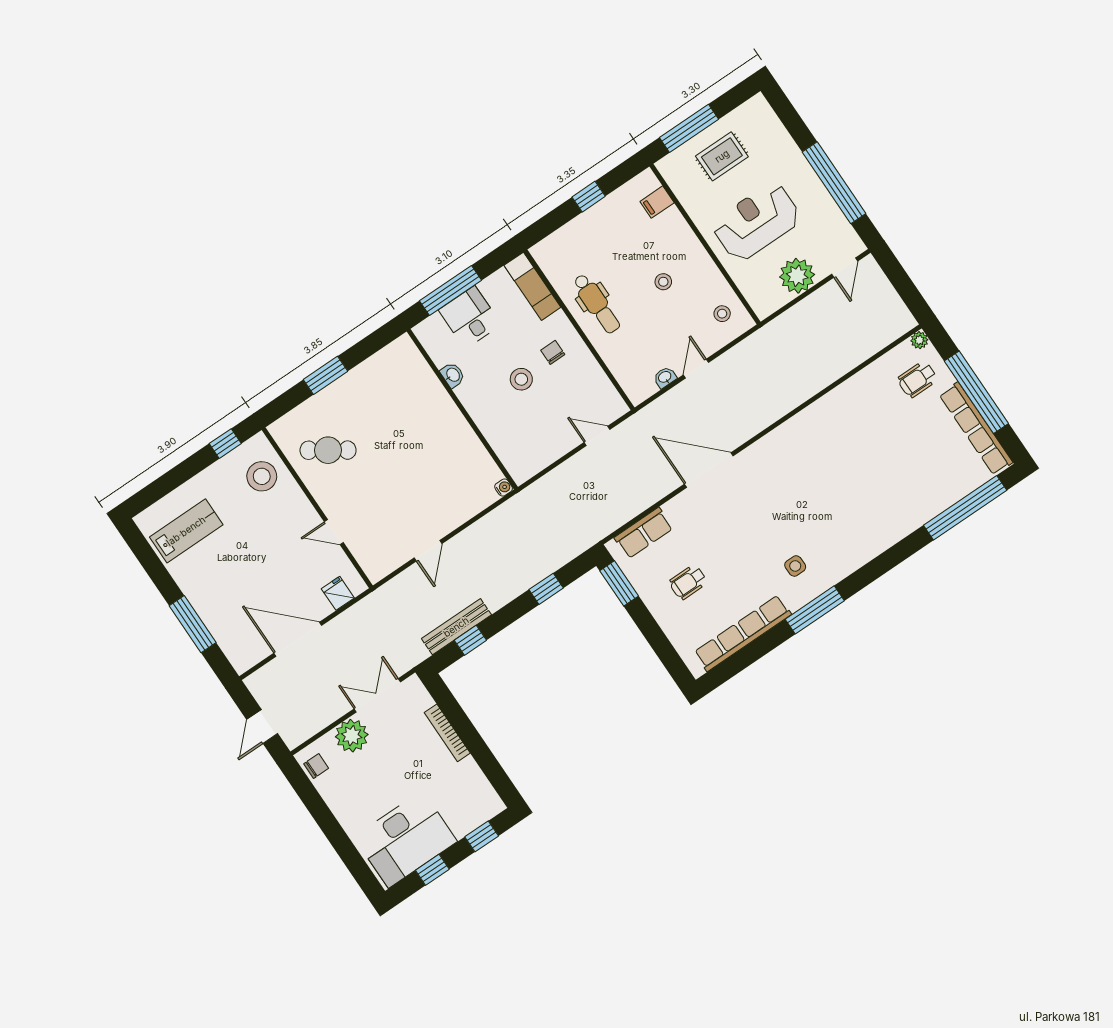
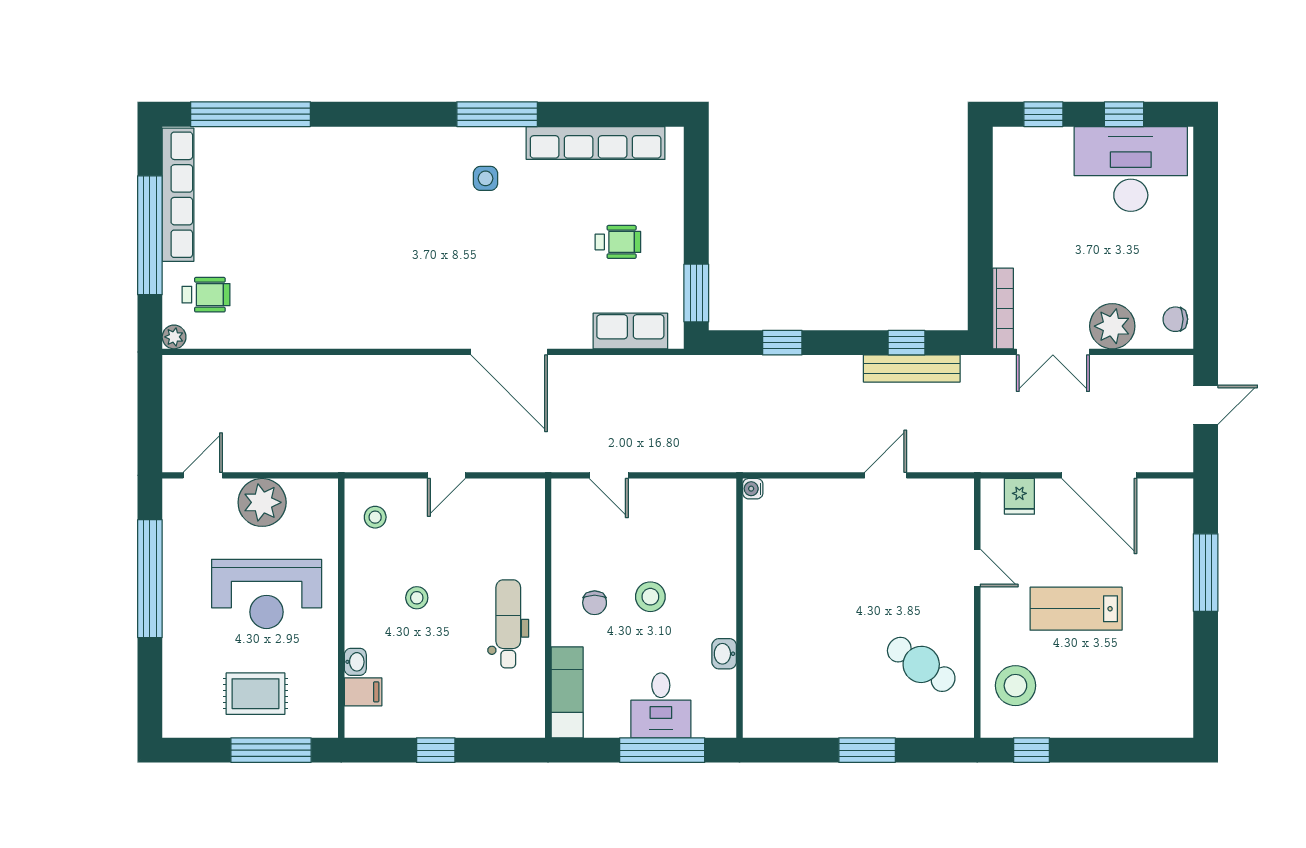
washbasin: (665, 377) -> (355, 662), moved, turned -90
lab bench: (186, 531) -> (1076, 609), moved
bookcase: (447, 733) -> (1003, 308), moved

